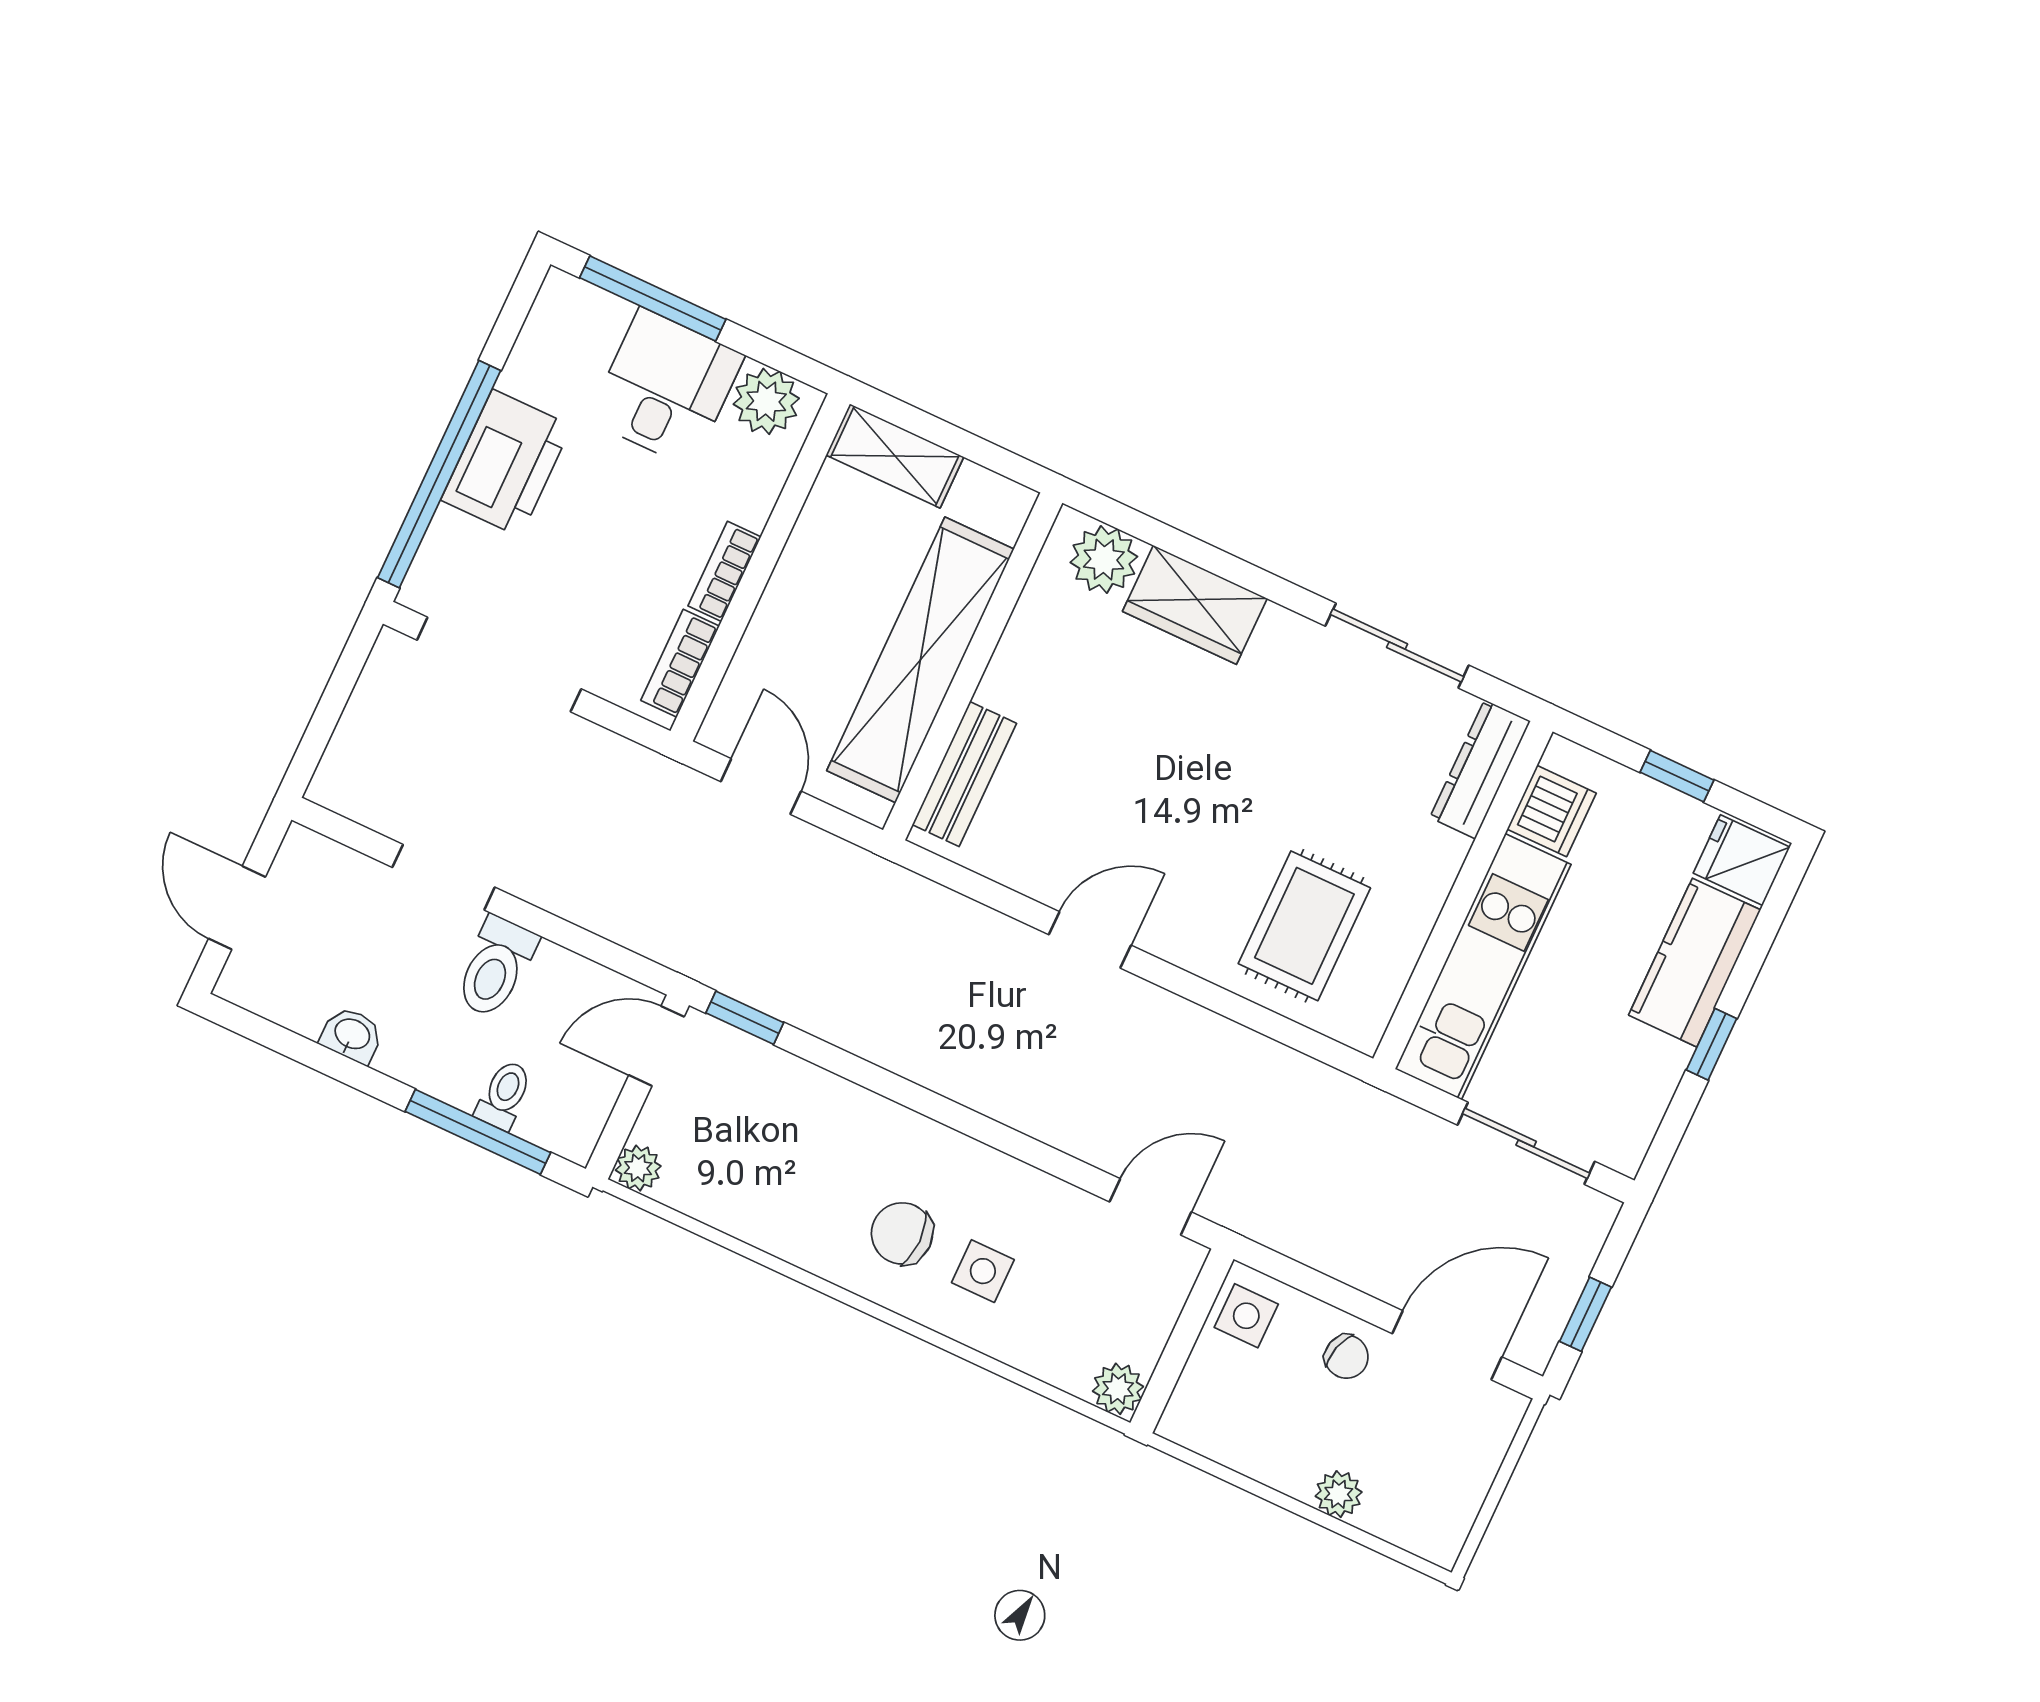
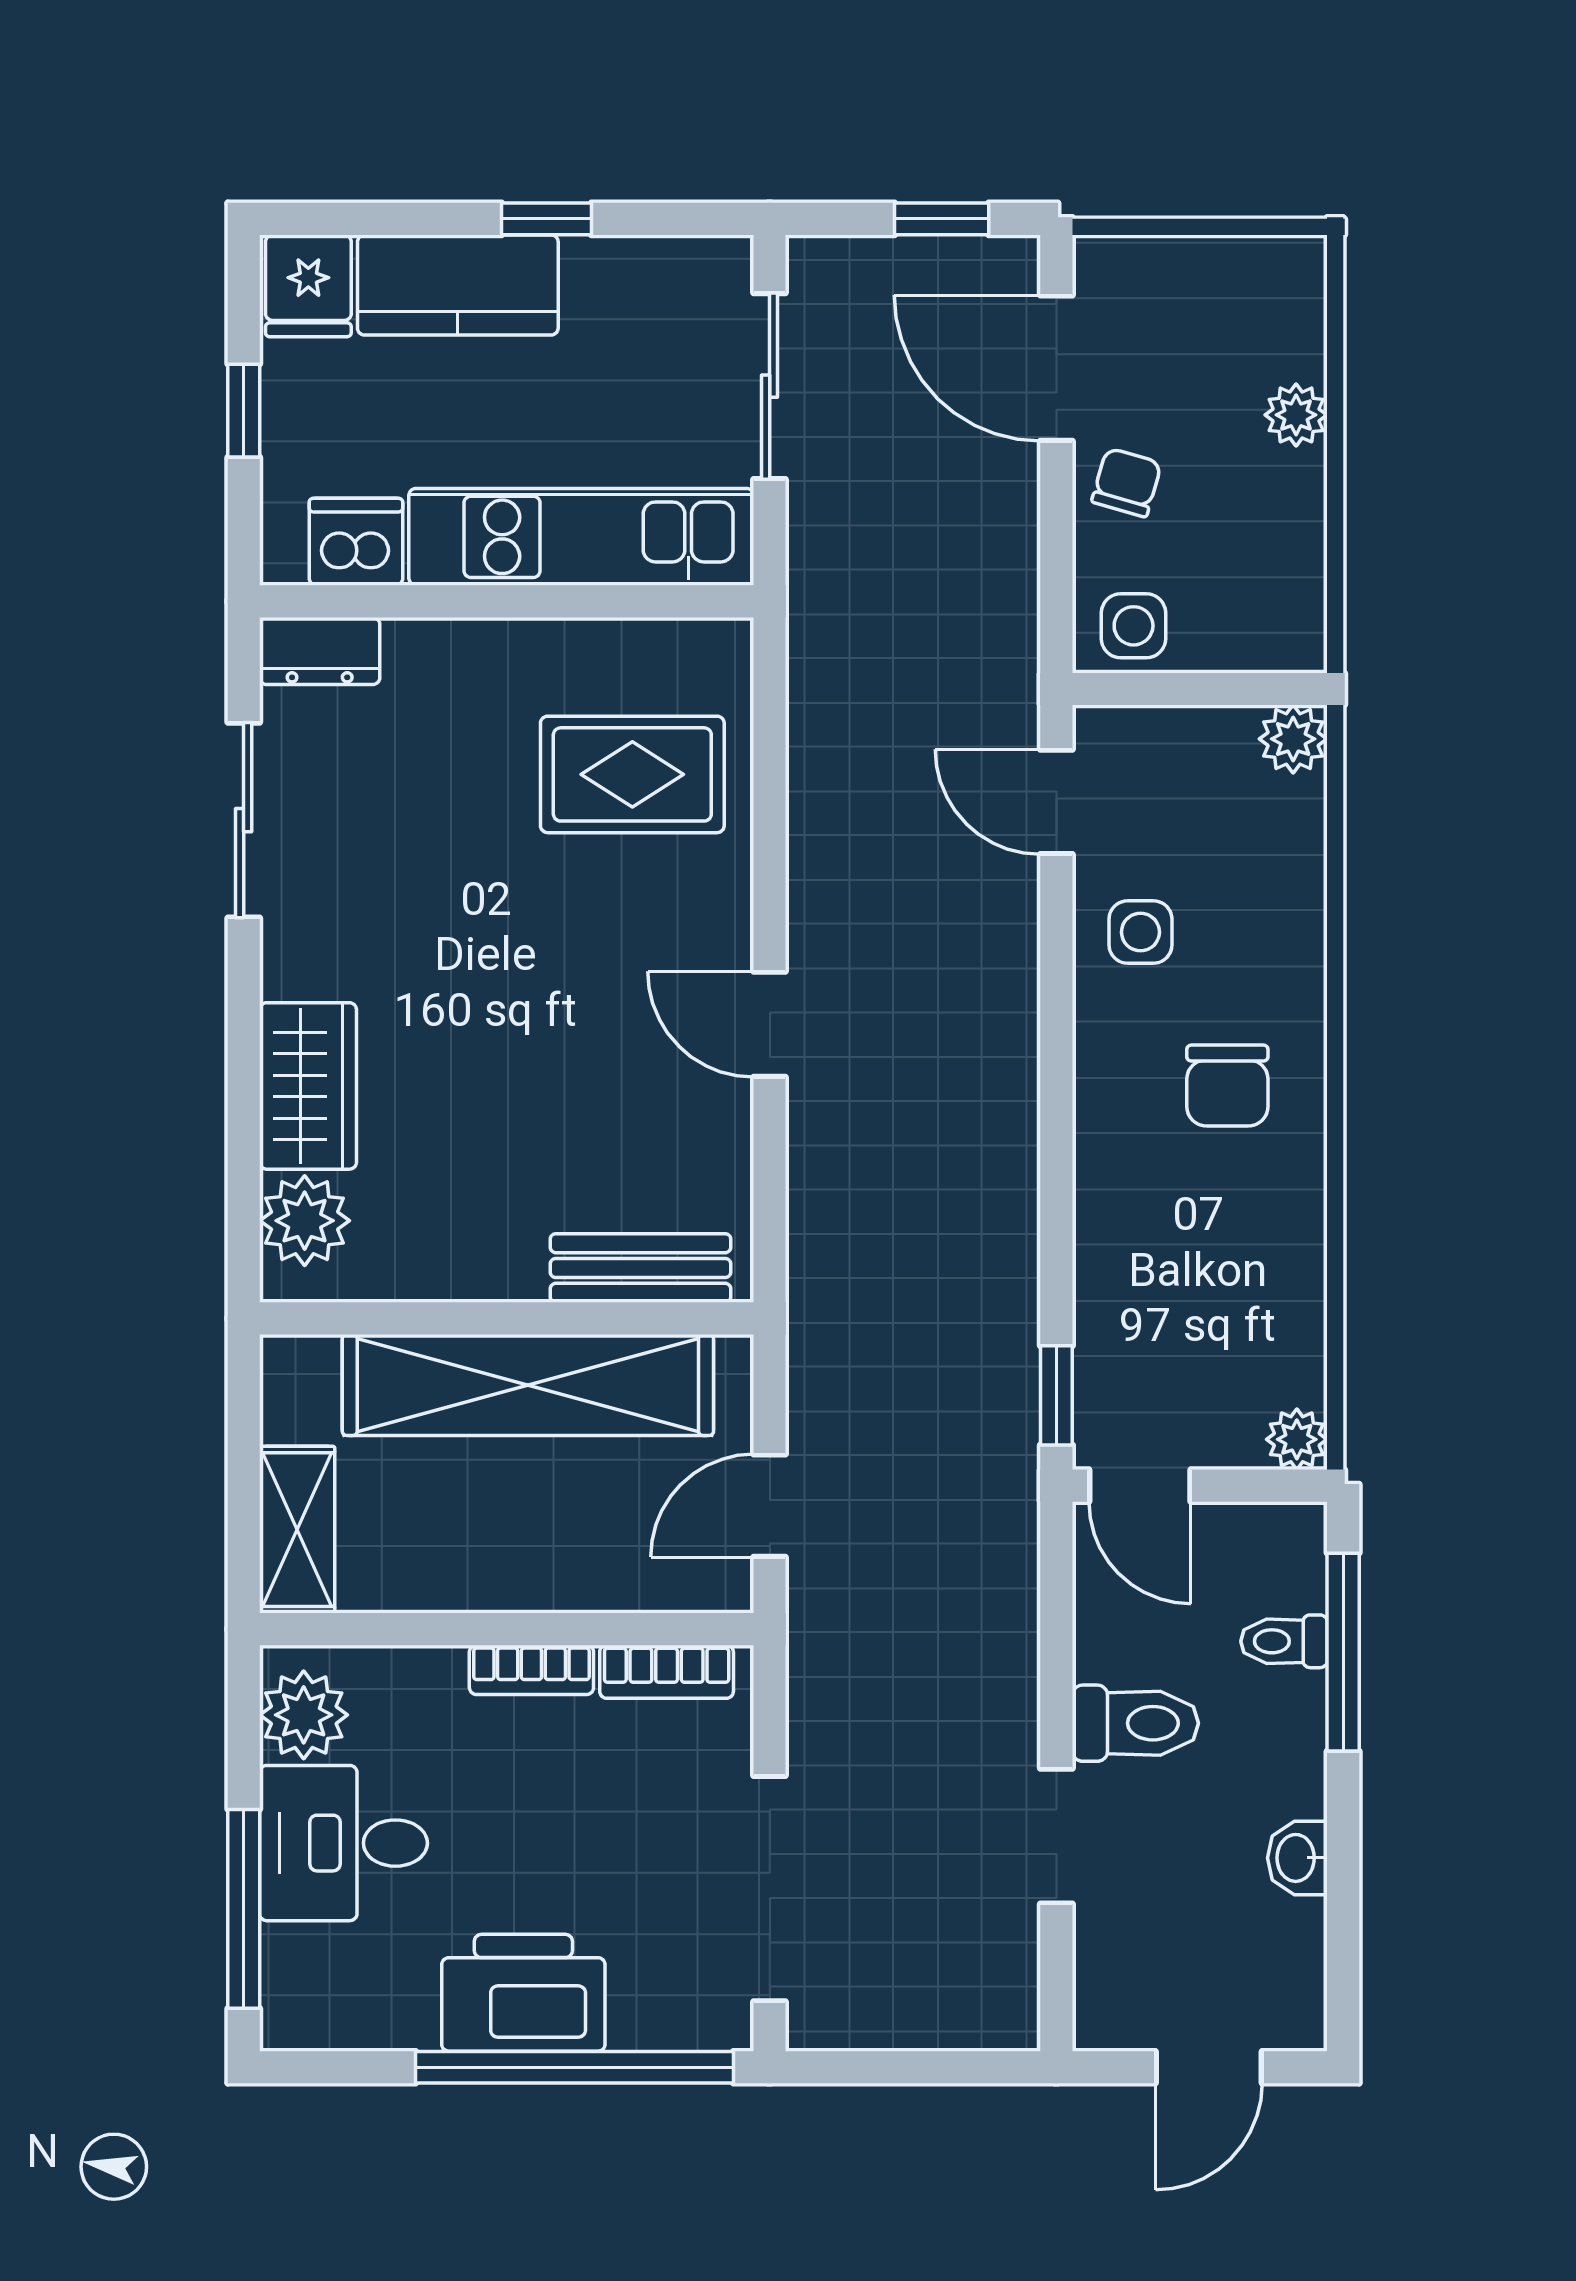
dresser: (1480, 769) -> (320, 651), width x0.70
side table: (983, 1271) -> (1140, 932), moved

